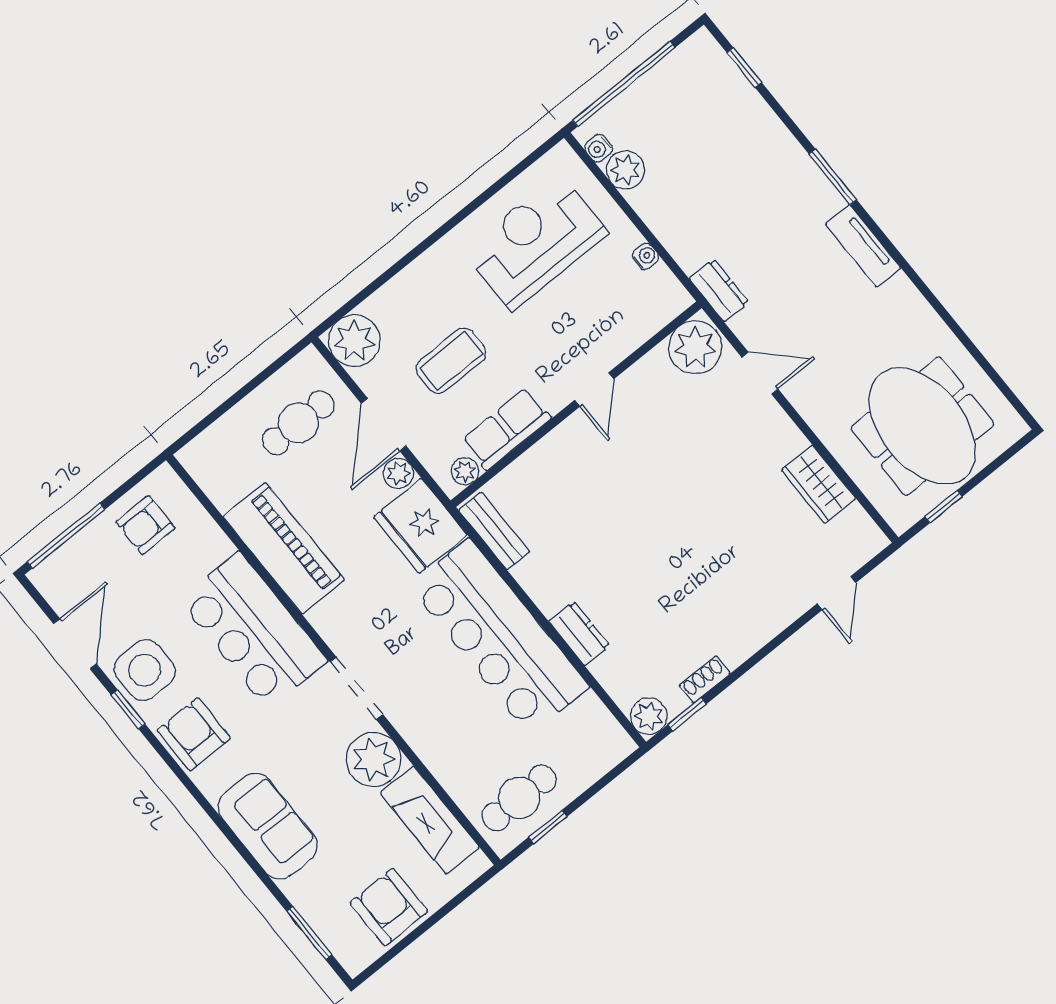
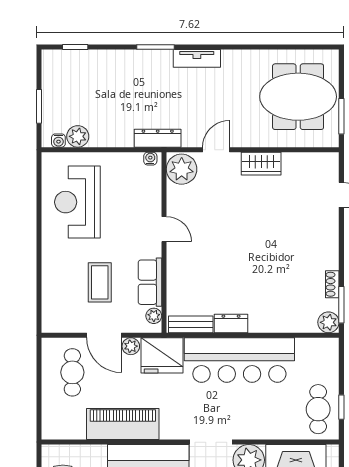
window: (624, 84) -> (39, 106), width x0.47
water cooler: (646, 257) -> (150, 159), moved
dresser: (719, 290) -> (158, 138), width x1.44
plant: (354, 341) -> (56, 318), removed
wardrobe: (819, 484) -> (261, 164), moved
window: (944, 506) -> (341, 116), width x1.50
dresser: (579, 633) -> (231, 323), moved
window: (687, 714) -> (341, 305), width x1.50

